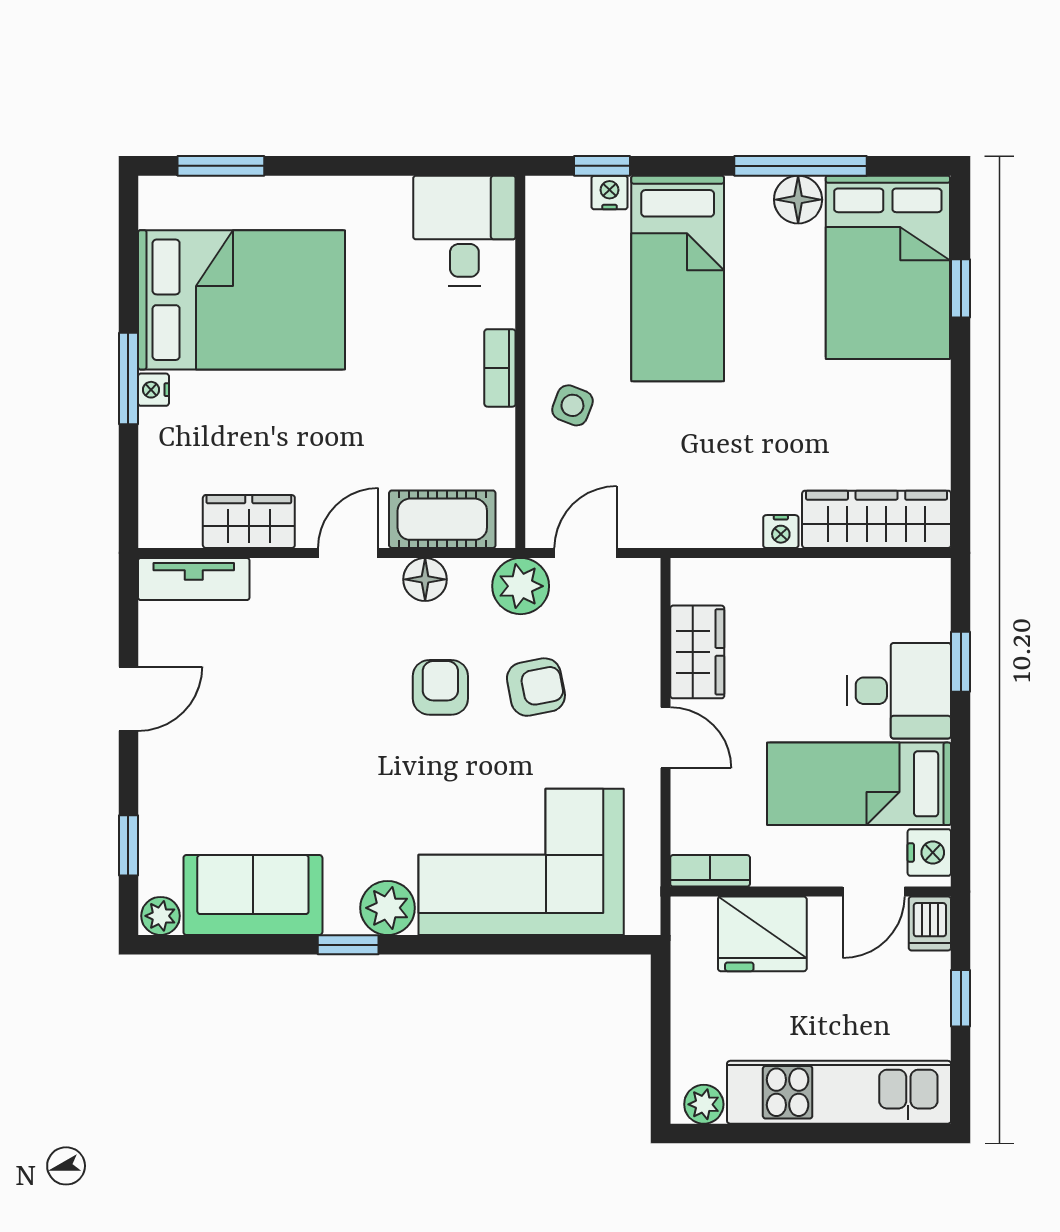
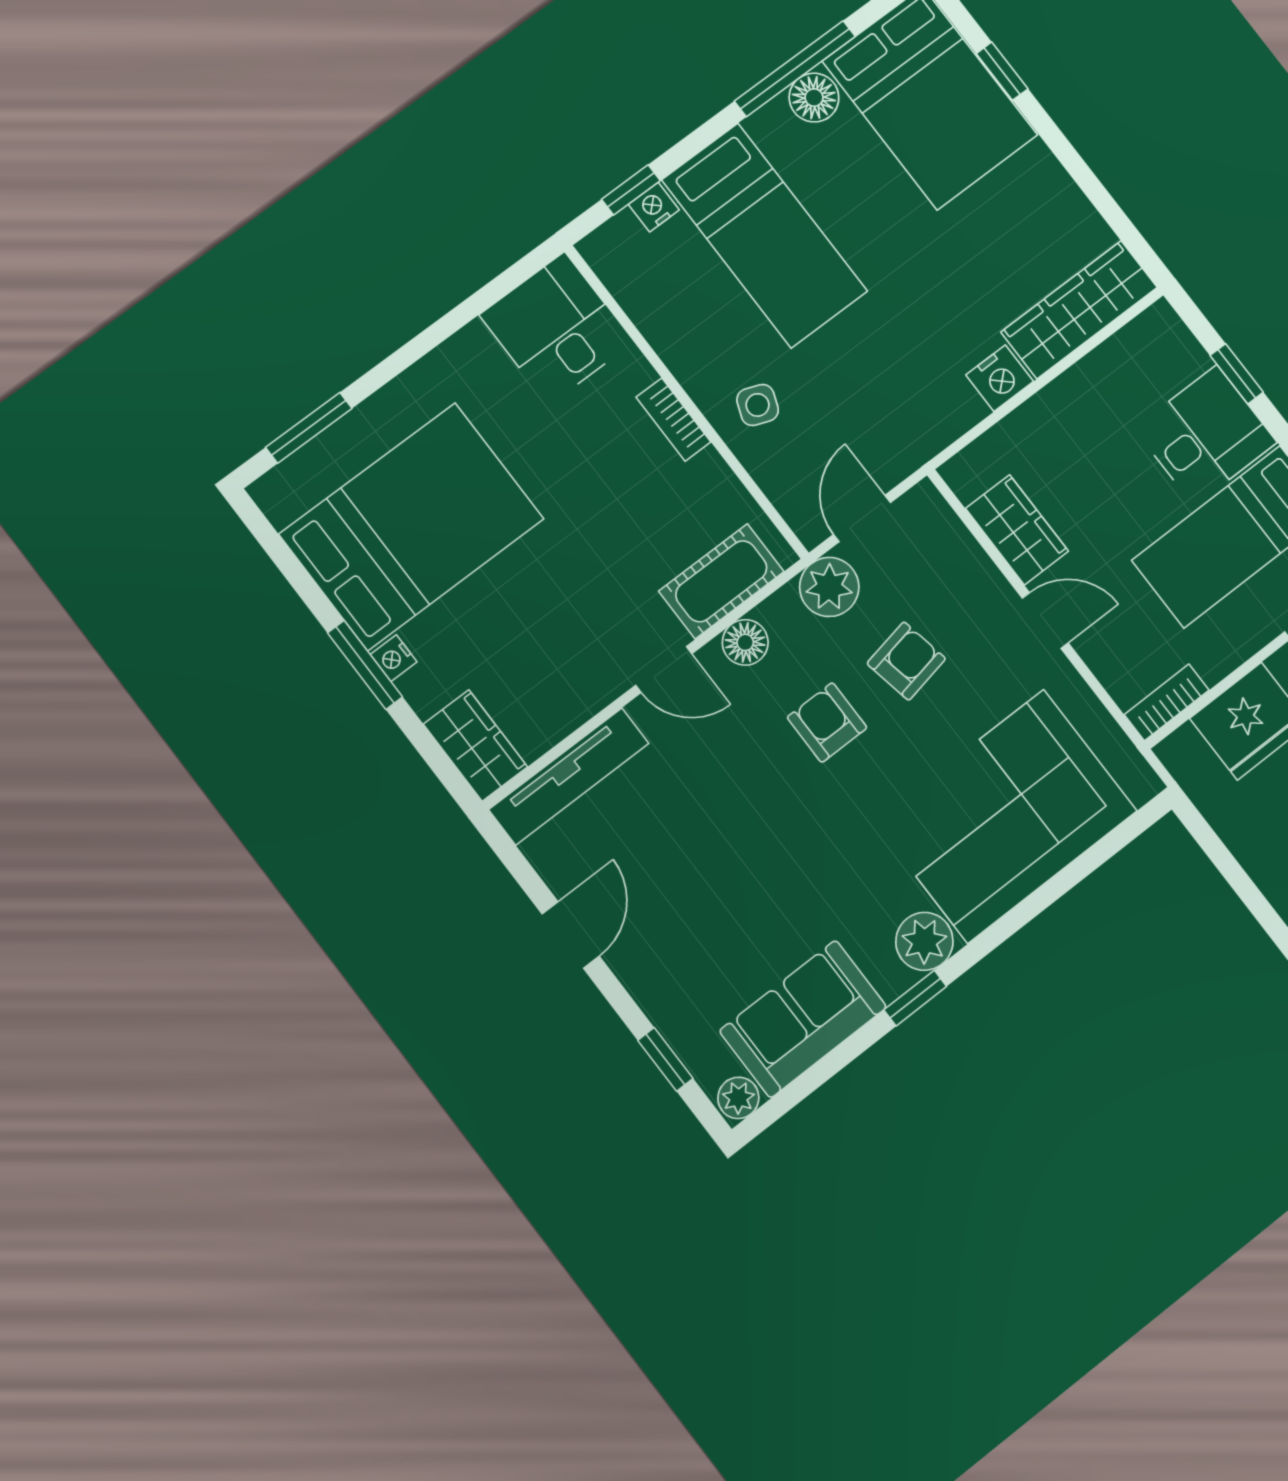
wardrobe: (249, 521) -> (475, 745), moved, turned 90
nightstand: (781, 532) -> (1000, 378), width x1.39, depth x1.35
door: (348, 553) -> (664, 669), swing flipped
tv unit: (194, 579) -> (569, 776), width x1.41

